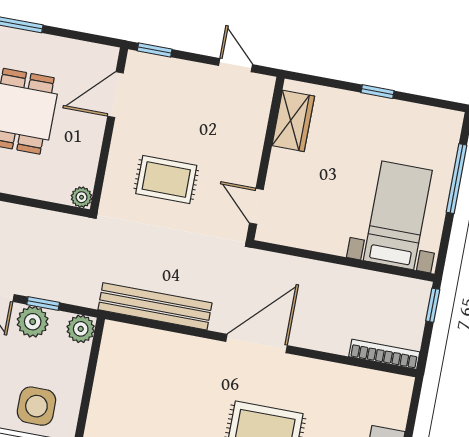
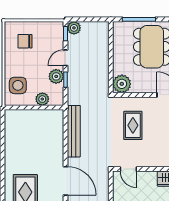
plant: (82, 197) -> (122, 84), width x1.88, depth x1.88
door: (256, 206) -> (128, 169), swing flipped
plant: (81, 329) -> (42, 99), moved

